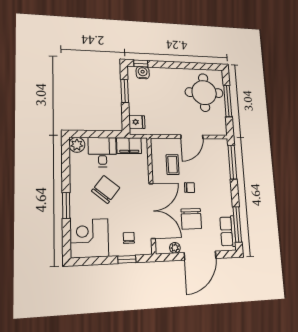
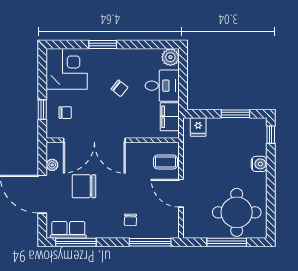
water cooler: (143, 73) -> (259, 164), moved
coffee table: (173, 165) -> (165, 162), moved
chair: (190, 188) -> (130, 220), moved
chair: (106, 189) -> (120, 88), width x0.54, depth x0.54

